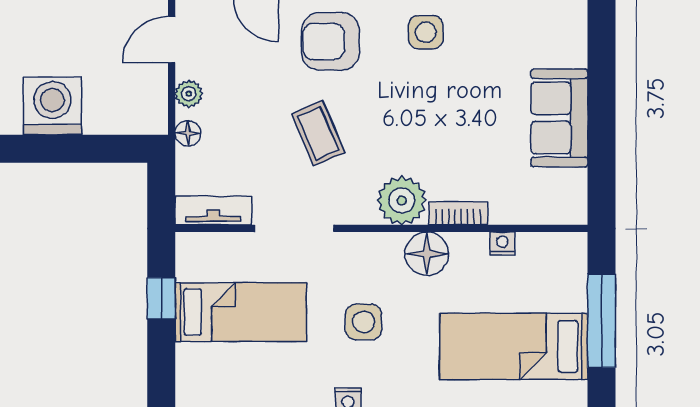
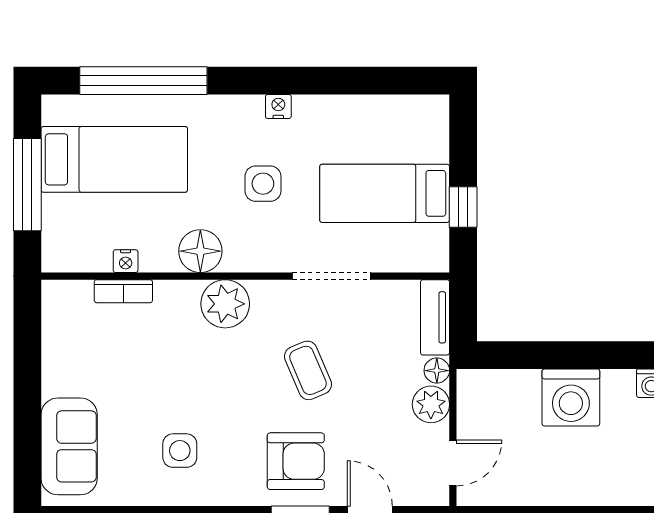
side table: (426, 32) -> (180, 451), moved
plant: (189, 94) -> (431, 404), width x1.38, depth x1.38
sofa: (559, 118) -> (69, 446), moved
tv unit: (213, 210) -> (435, 317), moved, turned 90
bookcase: (458, 213) -> (123, 291), moved

